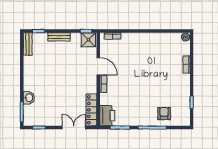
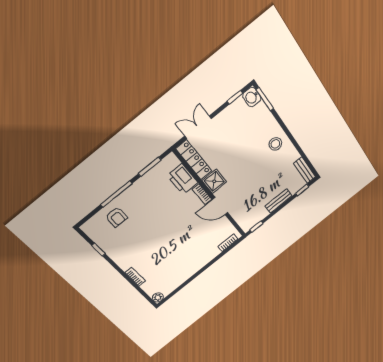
shower: (88, 40) -> (214, 181), moved
stool: (35, 78) -> (275, 144), added
washbasin: (29, 98) -> (252, 97), moved
printer: (107, 116) -> (183, 179), moved
double door: (74, 128) -> (198, 127), swing flipped

